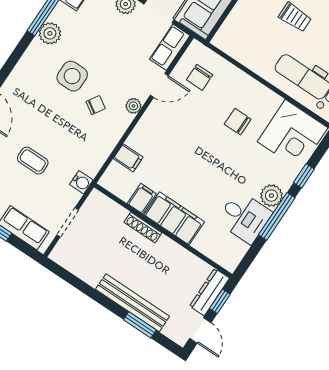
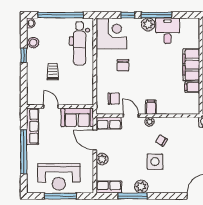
filing cabinet: (128, 158) -> (151, 107), moved

